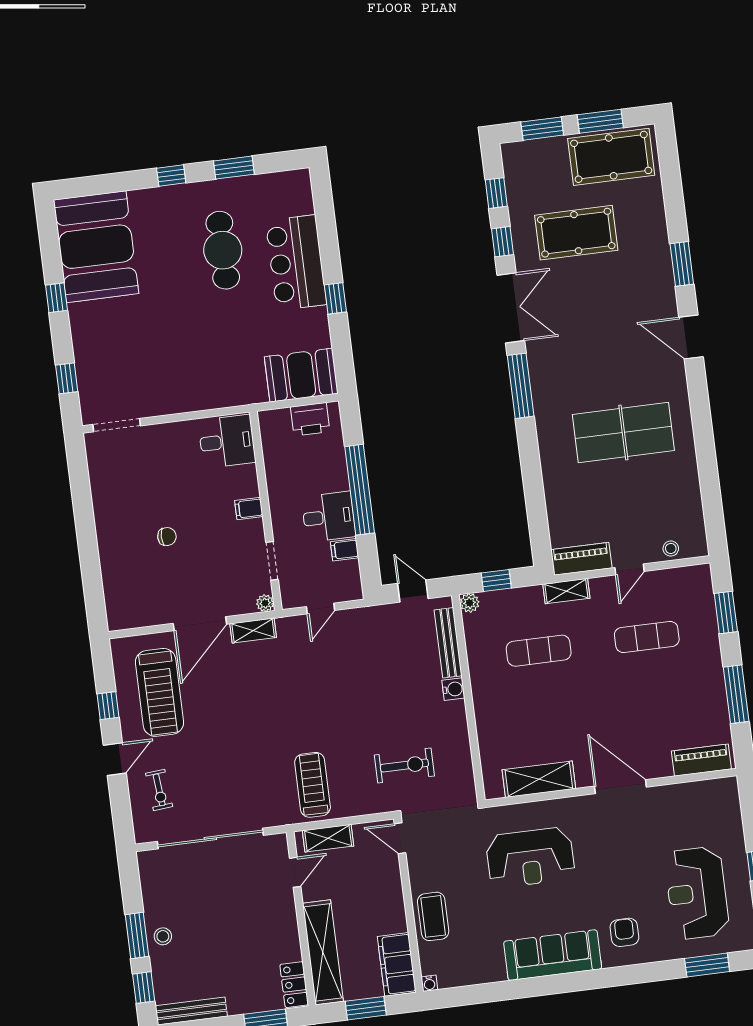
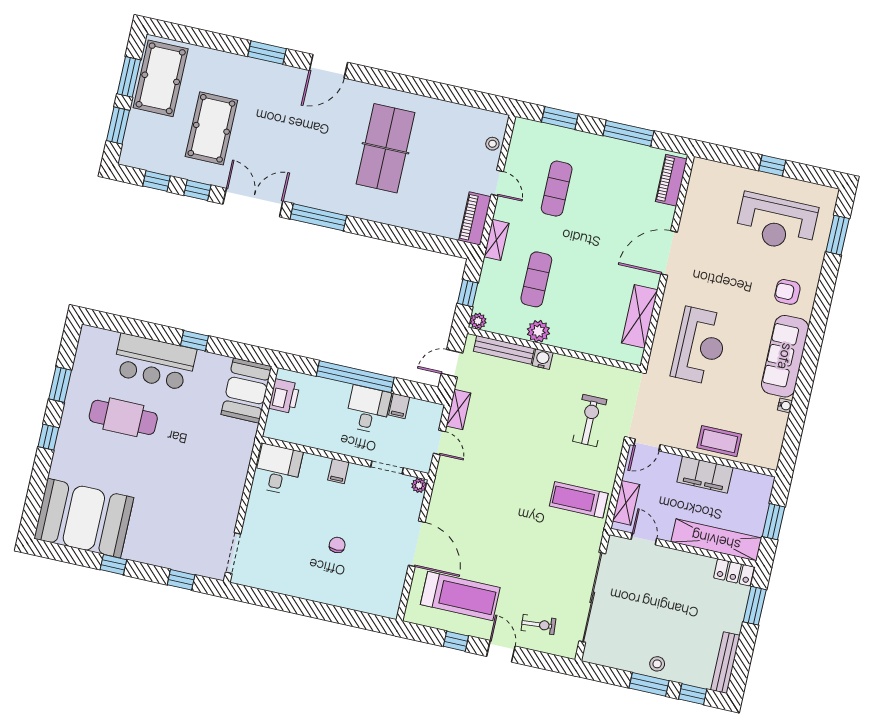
shelving: (253, 631) -> (458, 410), moved
plant: (482, 673) -> (538, 331), added
filing cabinet: (397, 964) -> (705, 475), moved
water cooler: (429, 983) -> (785, 405), moved

